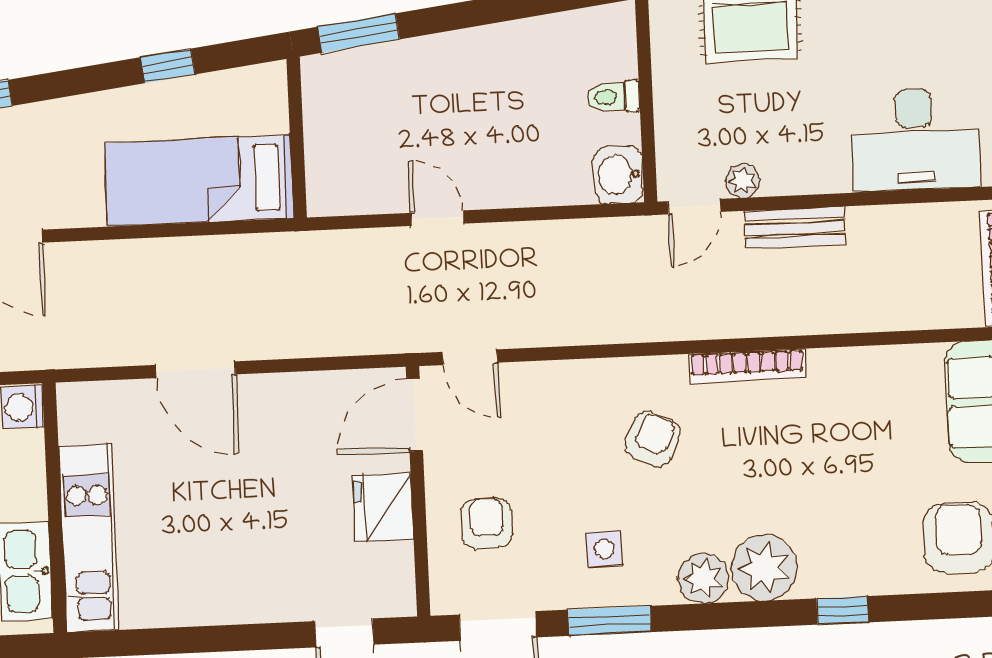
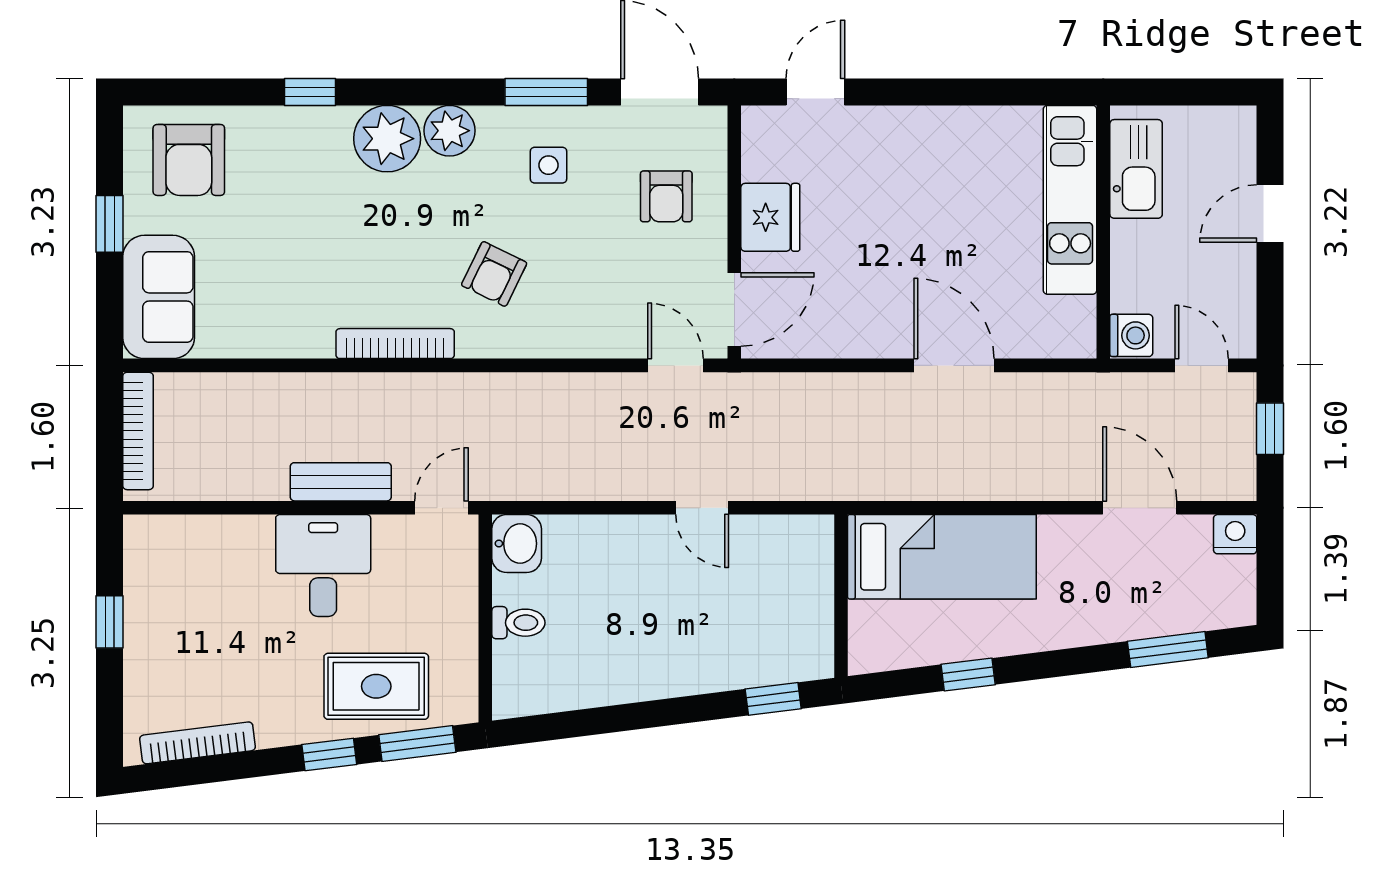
window: (359, 33) -> (773, 699), width x0.67
desk: (915, 140) -> (323, 565), moved, width x0.73
plant: (743, 181) -> (391, 532), removed

